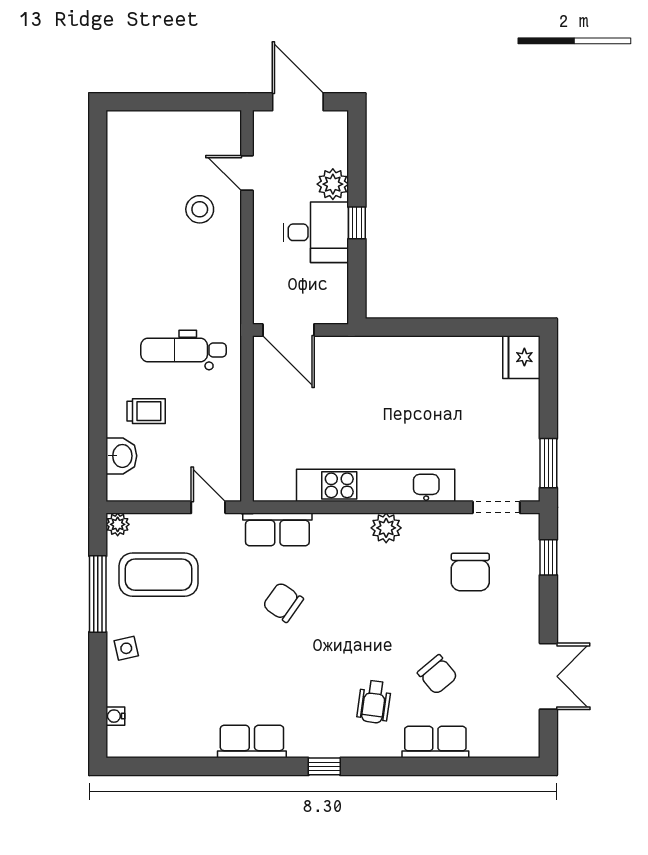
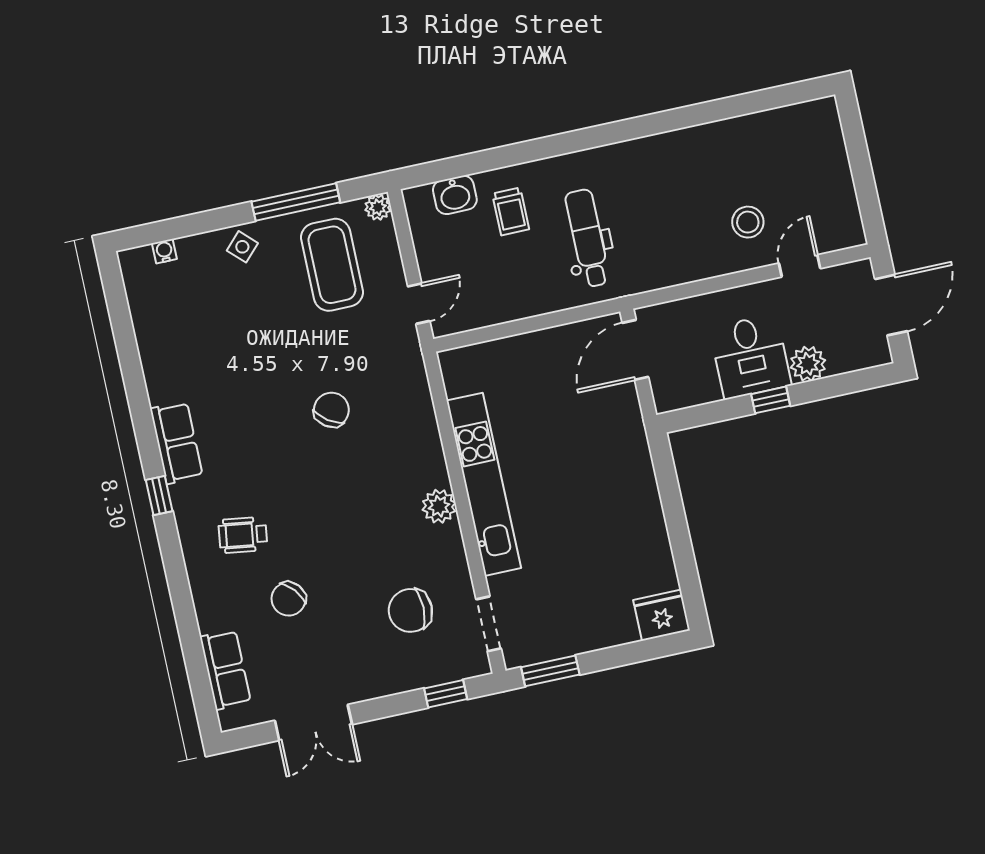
row of seats: (277, 529) -> (411, 386), removed
side table: (126, 648) -> (242, 247), turned -33
row of seats: (252, 742) -> (176, 443), moved
row of seats: (435, 742) -> (225, 670), moved

